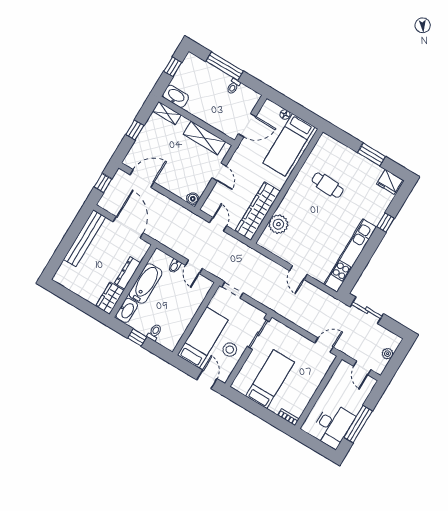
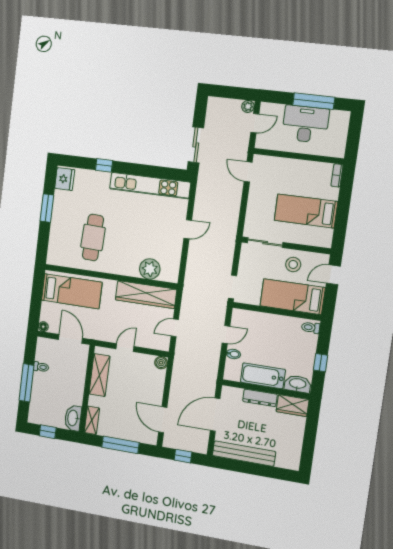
floor lamp: (285, 114) -> (43, 327), moved
window: (135, 130) -> (120, 445), width x2.17
cafe table: (328, 185) -> (93, 238), width x1.37, depth x1.35
toilet: (155, 332) -> (311, 328), moved
plant: (388, 354) -> (248, 106), moved
desk: (333, 425) -> (305, 124), moved

